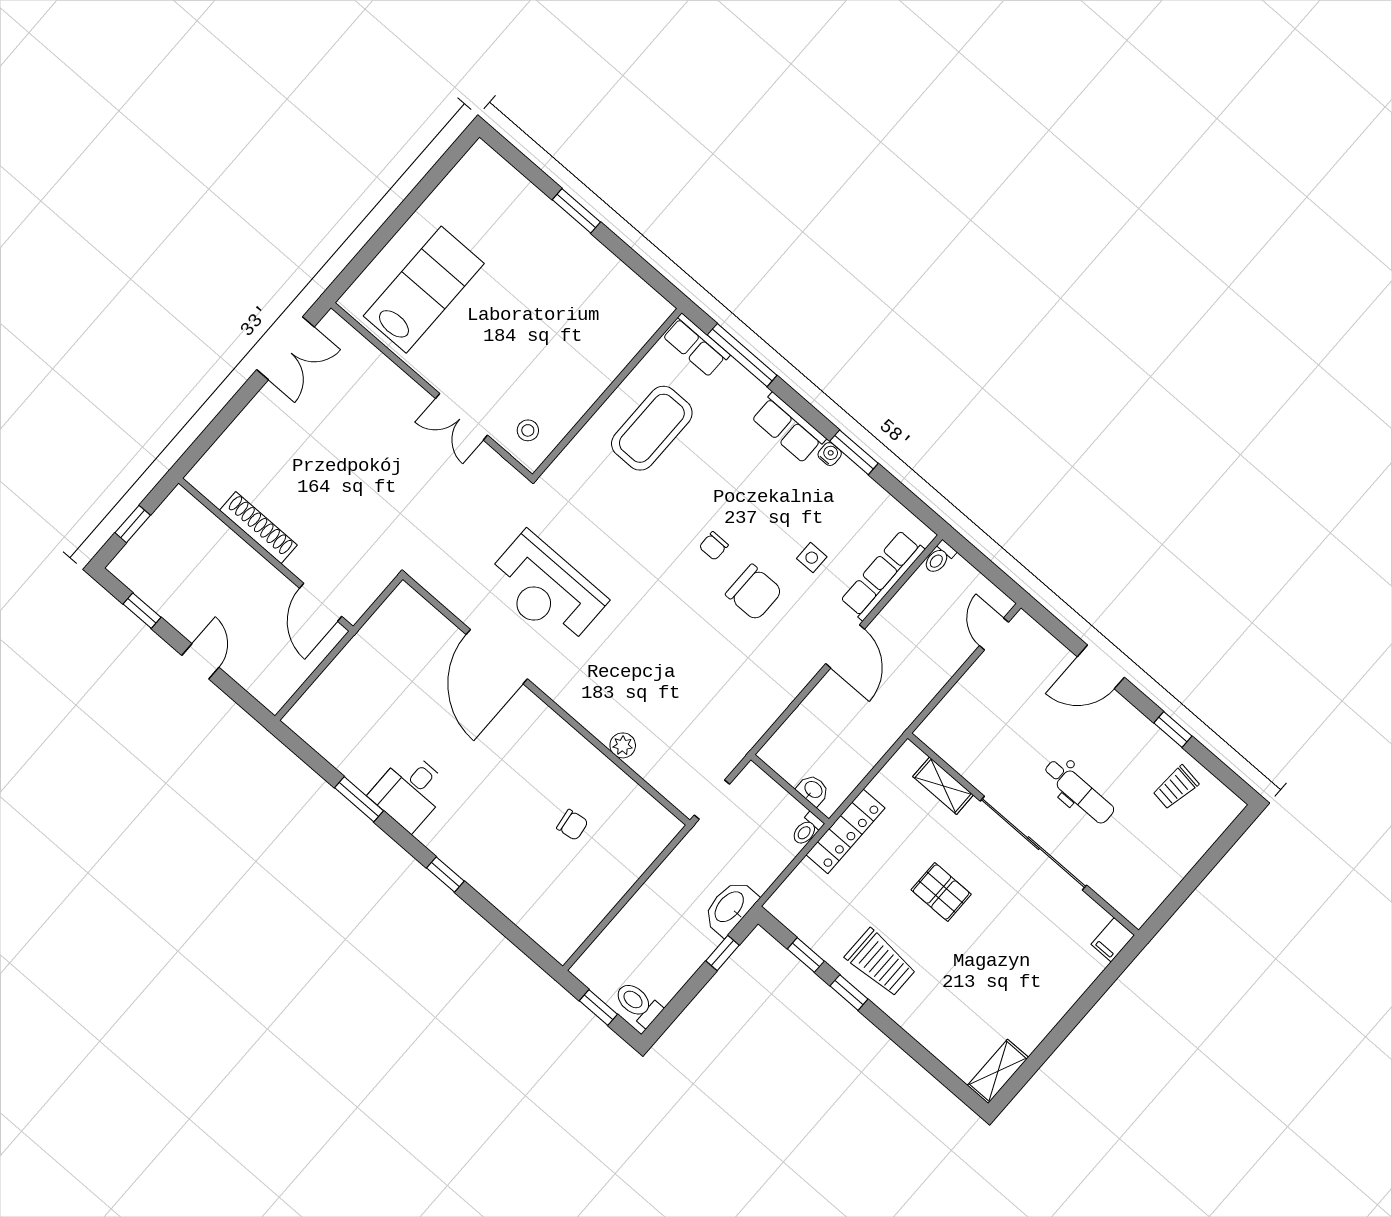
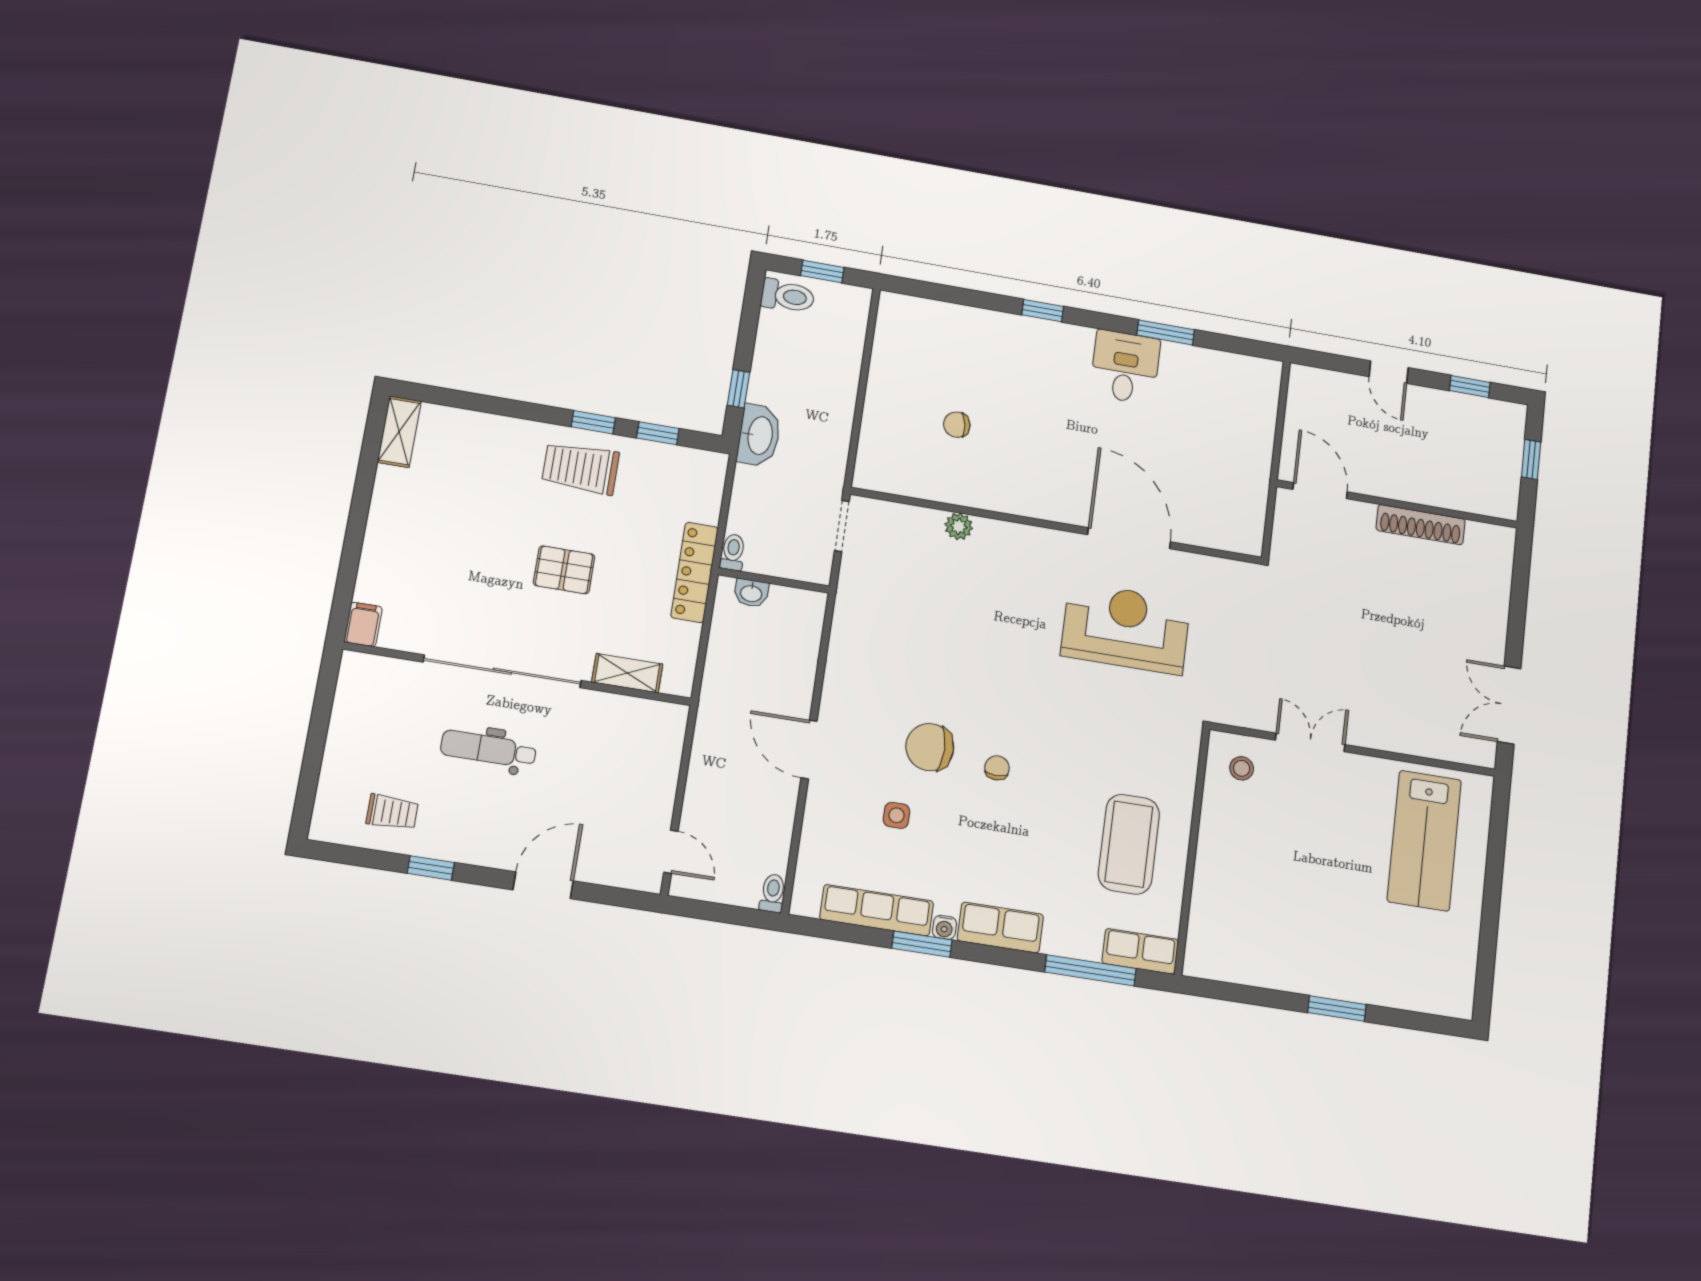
row of seats: (882, 575) -> (877, 910), moved, turned -90
trolley: (1176, 787) -> (392, 812), turned 82

